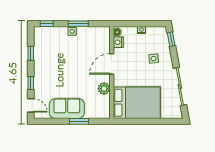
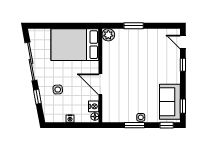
window: (171, 39) -> (37, 97), moved
window: (31, 53) -> (183, 106), moved
door: (112, 64) -> (100, 84), swing flipped
plant: (104, 89) -> (108, 35), moved
sofa: (67, 109) -> (170, 102), moved, turned 90

